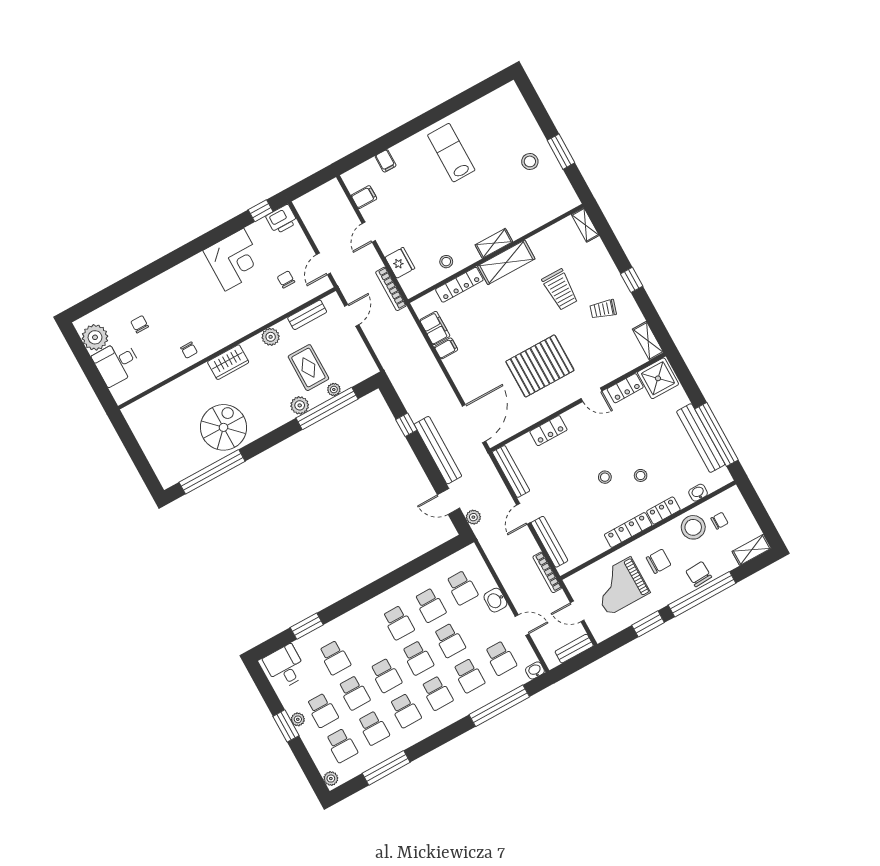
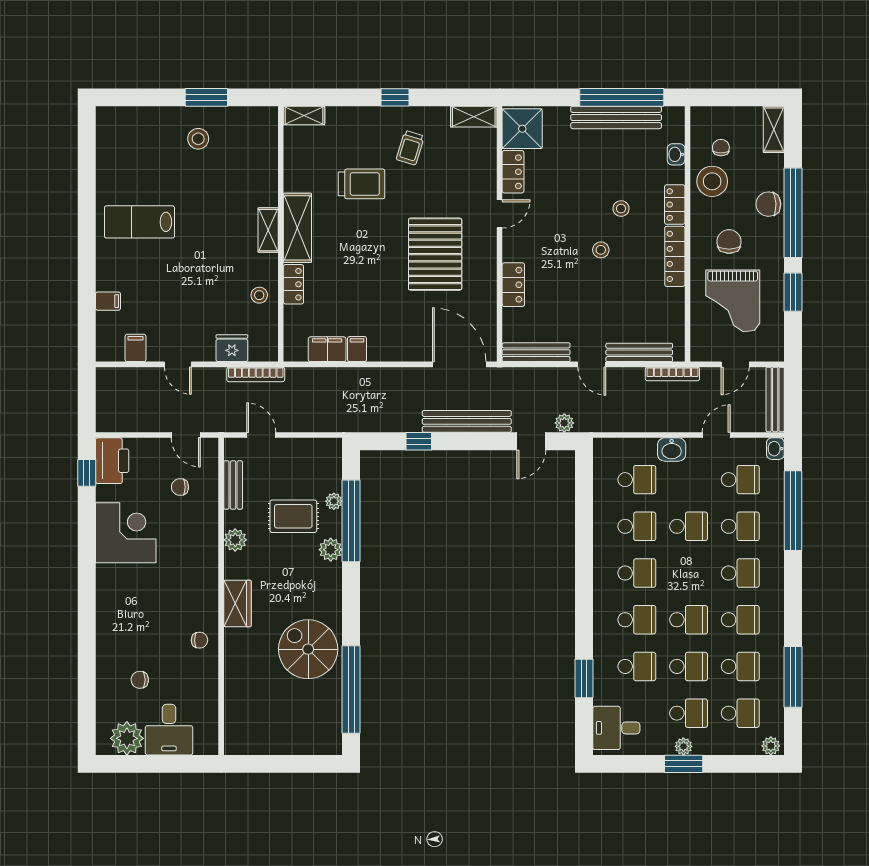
printer: (282, 219) -> (112, 461), width x1.37, depth x1.19
locker: (459, 285) -> (293, 284), width x0.66
bench: (574, 649) -> (775, 399), width x1.36
school desk: (418, 658) -> (637, 620), moved

